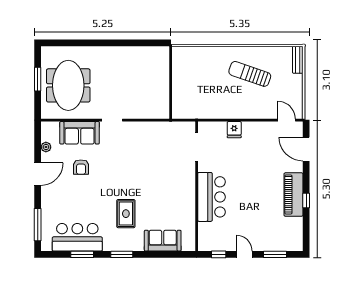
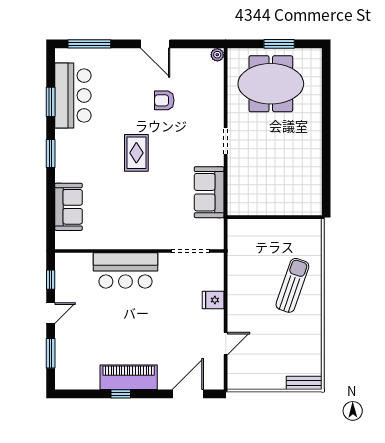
sun lounger: (250, 74) -> (292, 285), moved
door: (287, 120) -> (226, 344), moved
sofa: (80, 133) -> (209, 192), moved
plant: (46, 147) -> (217, 55), moved
rug: (126, 214) -> (136, 153), moved, turned 90

